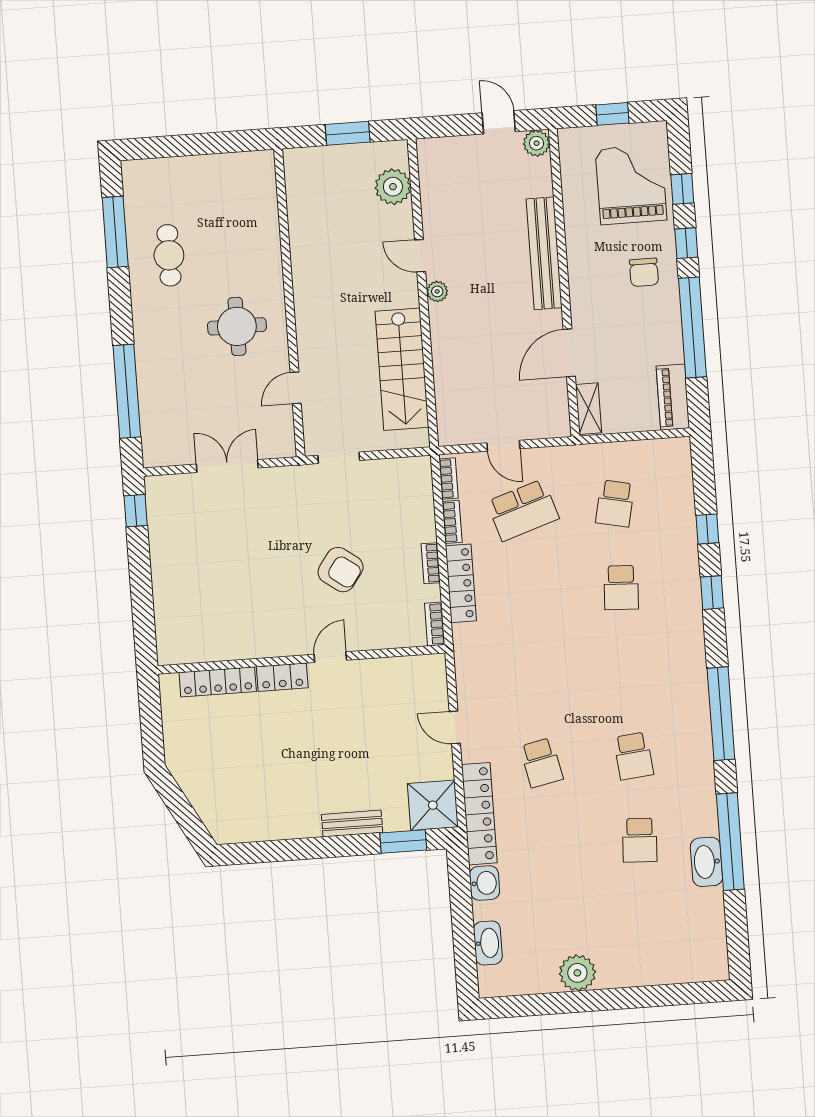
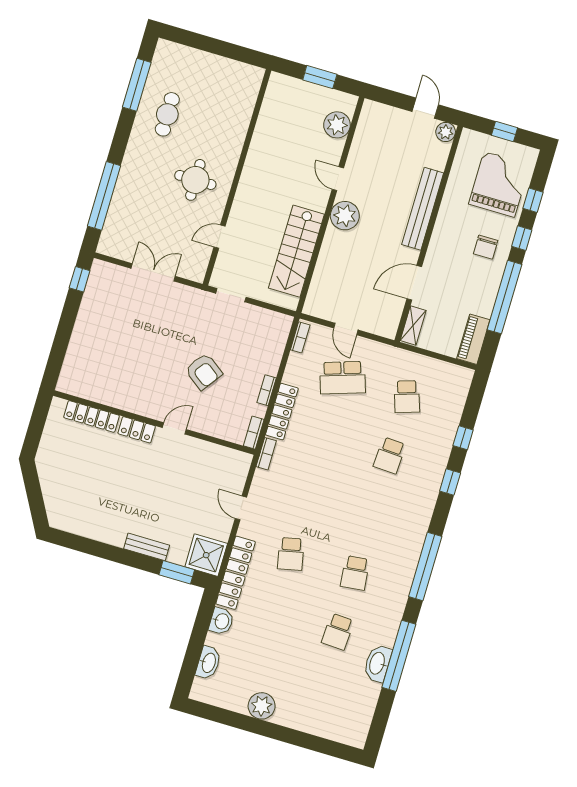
plant: (437, 291) -> (345, 216), width x1.88, depth x1.88
school desk: (615, 503) -> (407, 397), turned -30
bookcase: (452, 522) -> (266, 454), moved

